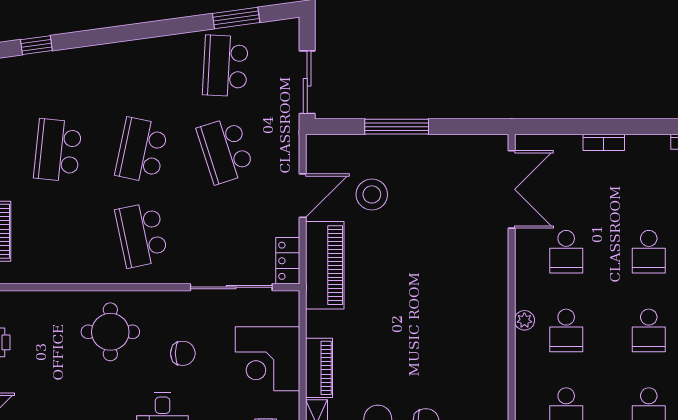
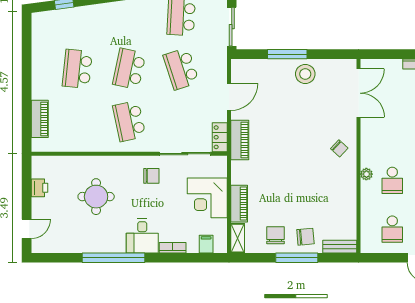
stool: (372, 194) -> (305, 74), moved
school desk: (566, 252) -> (392, 132), removed
piano: (325, 265) -> (240, 140), width x0.73, depth x0.75
chair: (481, 279) -> (339, 148), added
round table: (110, 332) -> (96, 197), moved
chair: (183, 353) -> (151, 176), moved

